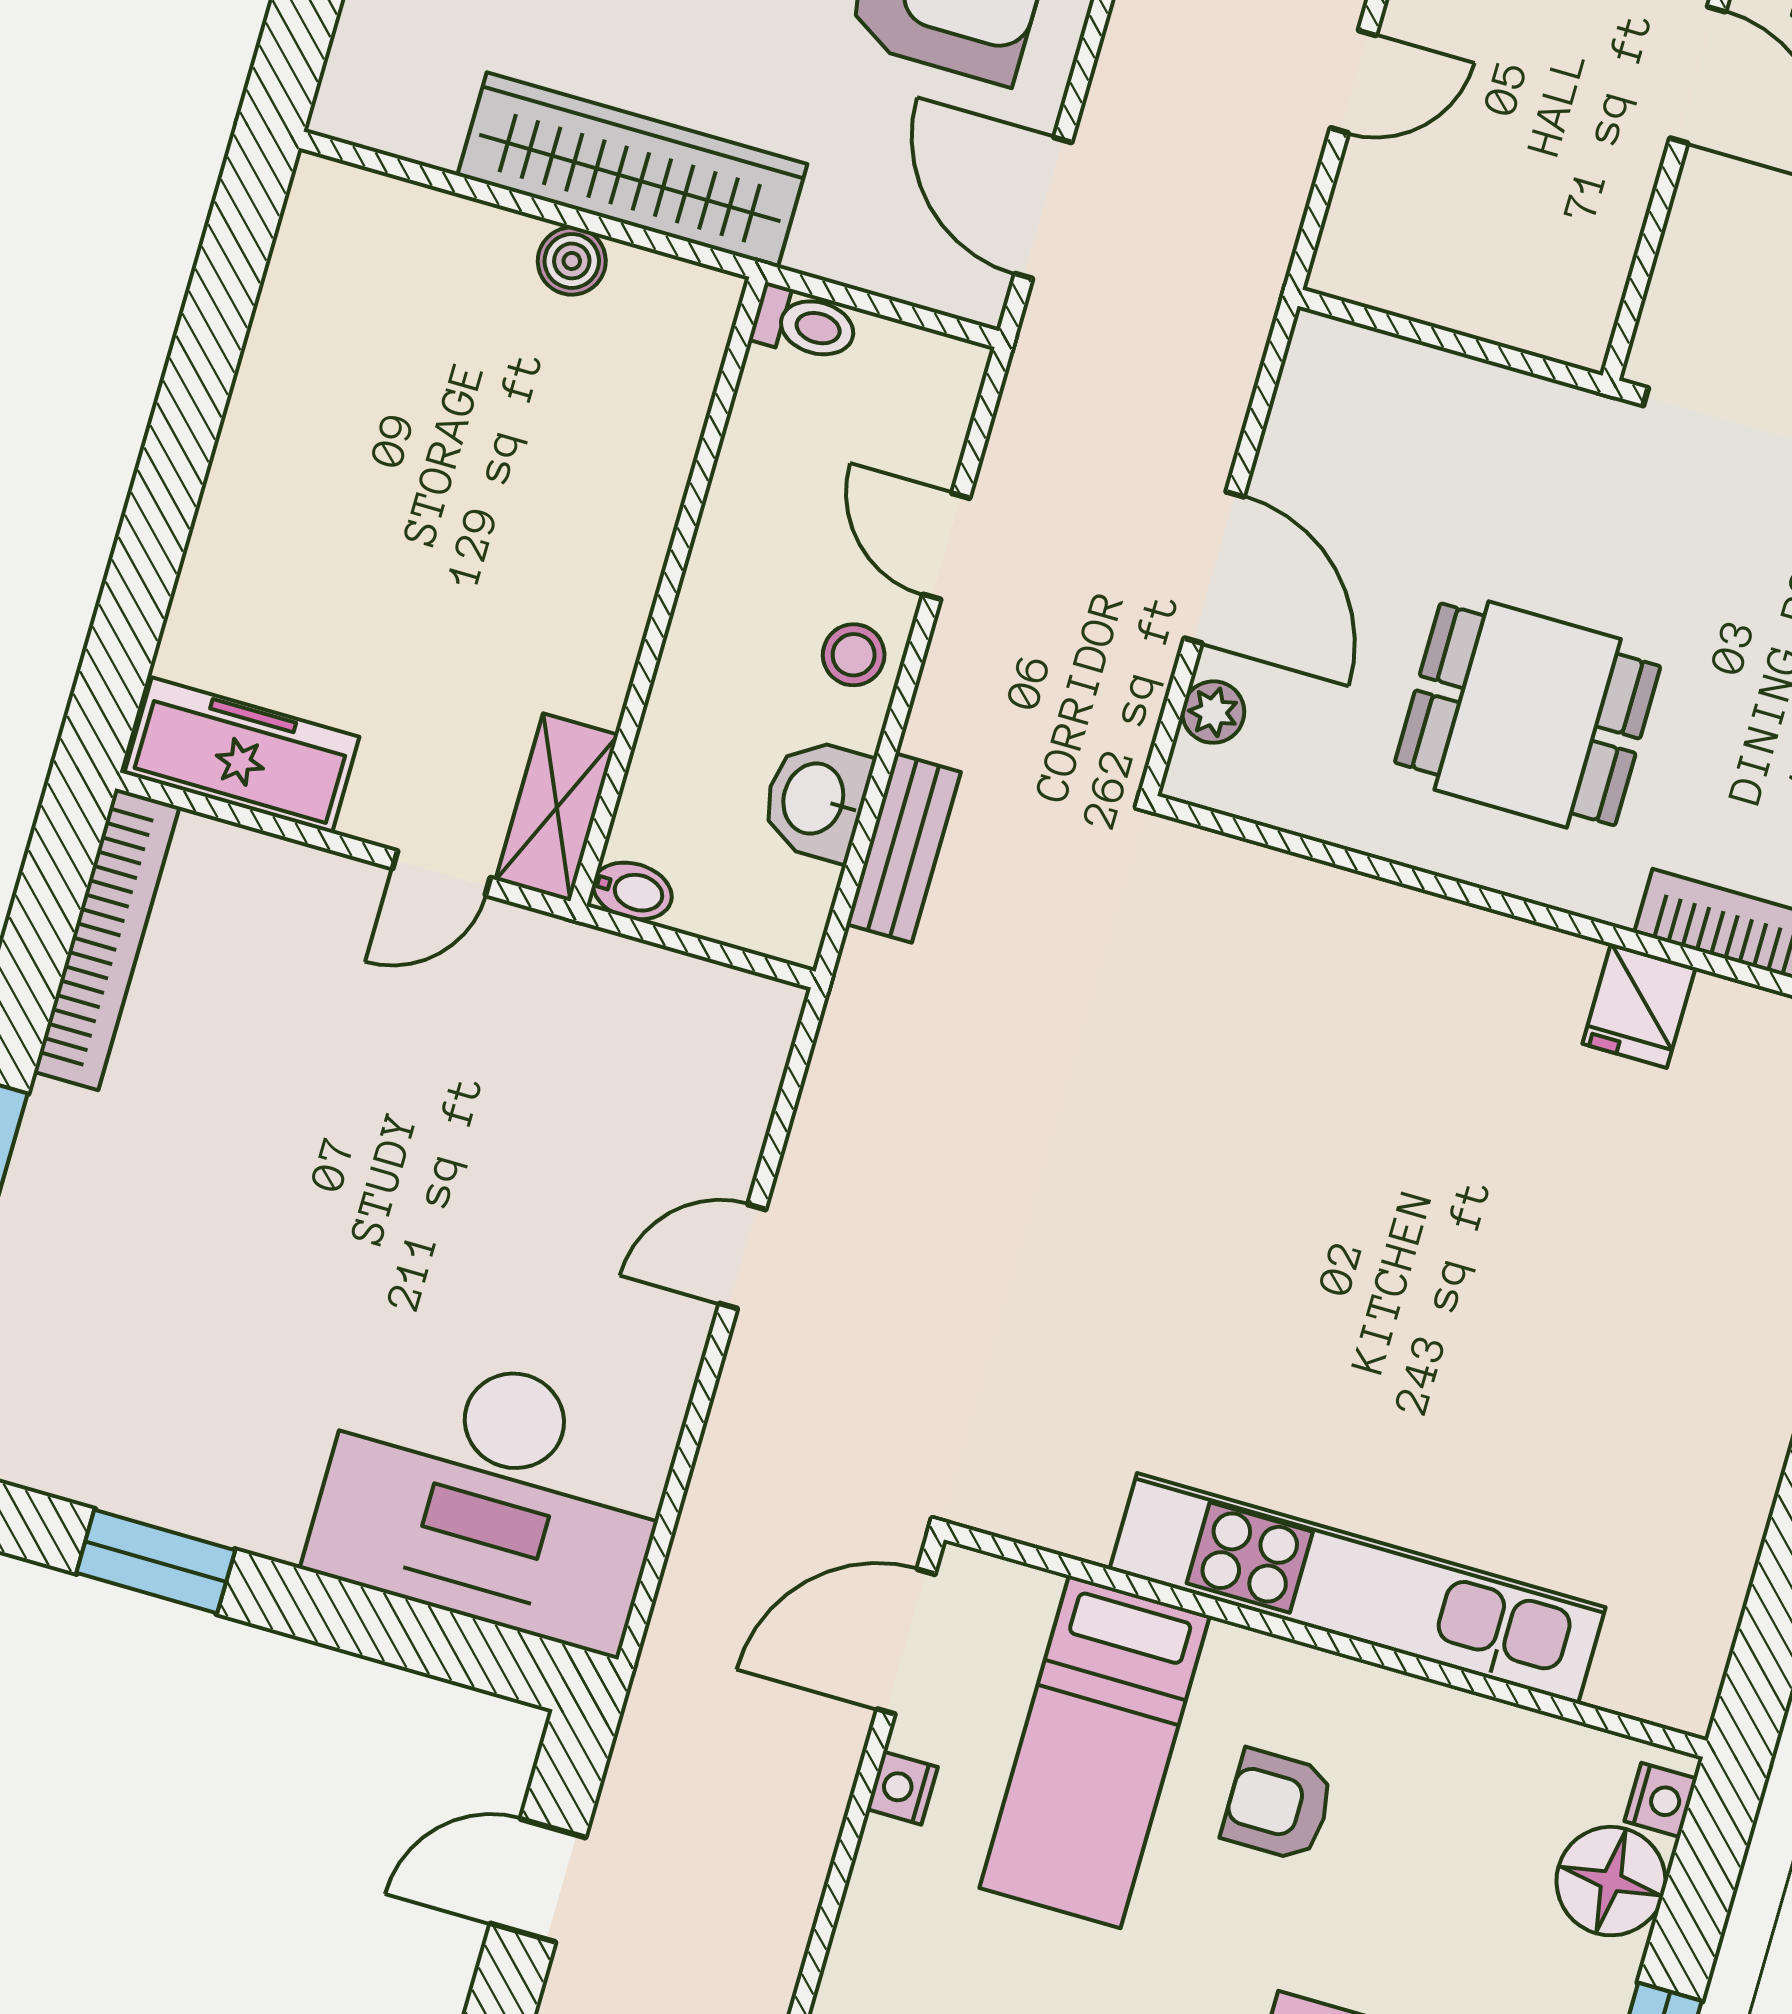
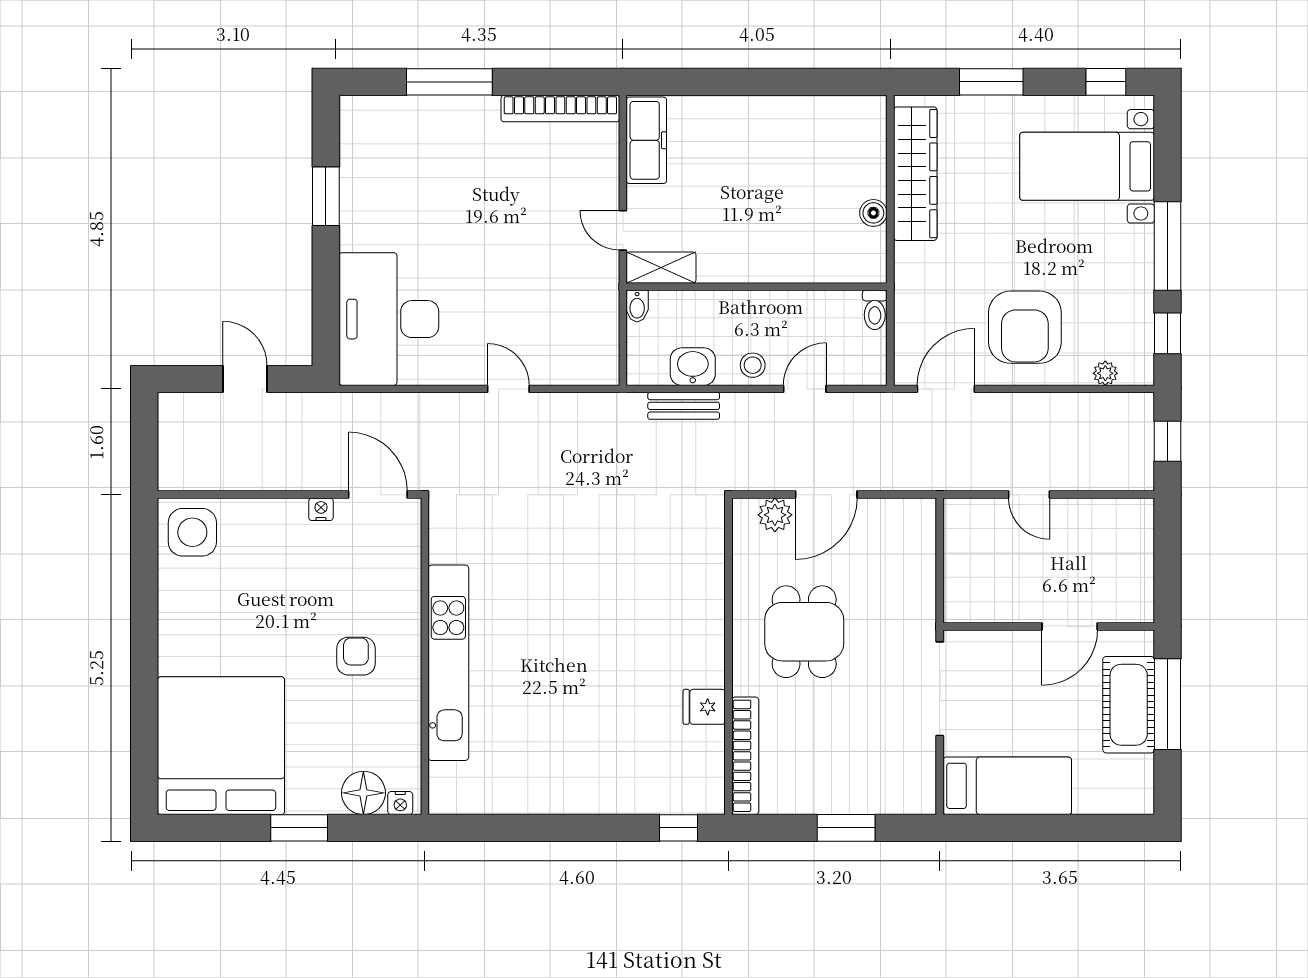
wardrobe: (632, 170) -> (915, 174), moved
plant: (1213, 712) -> (775, 515), width x1.38, depth x1.38
bed: (1095, 1752) -> (356, 579), removed

